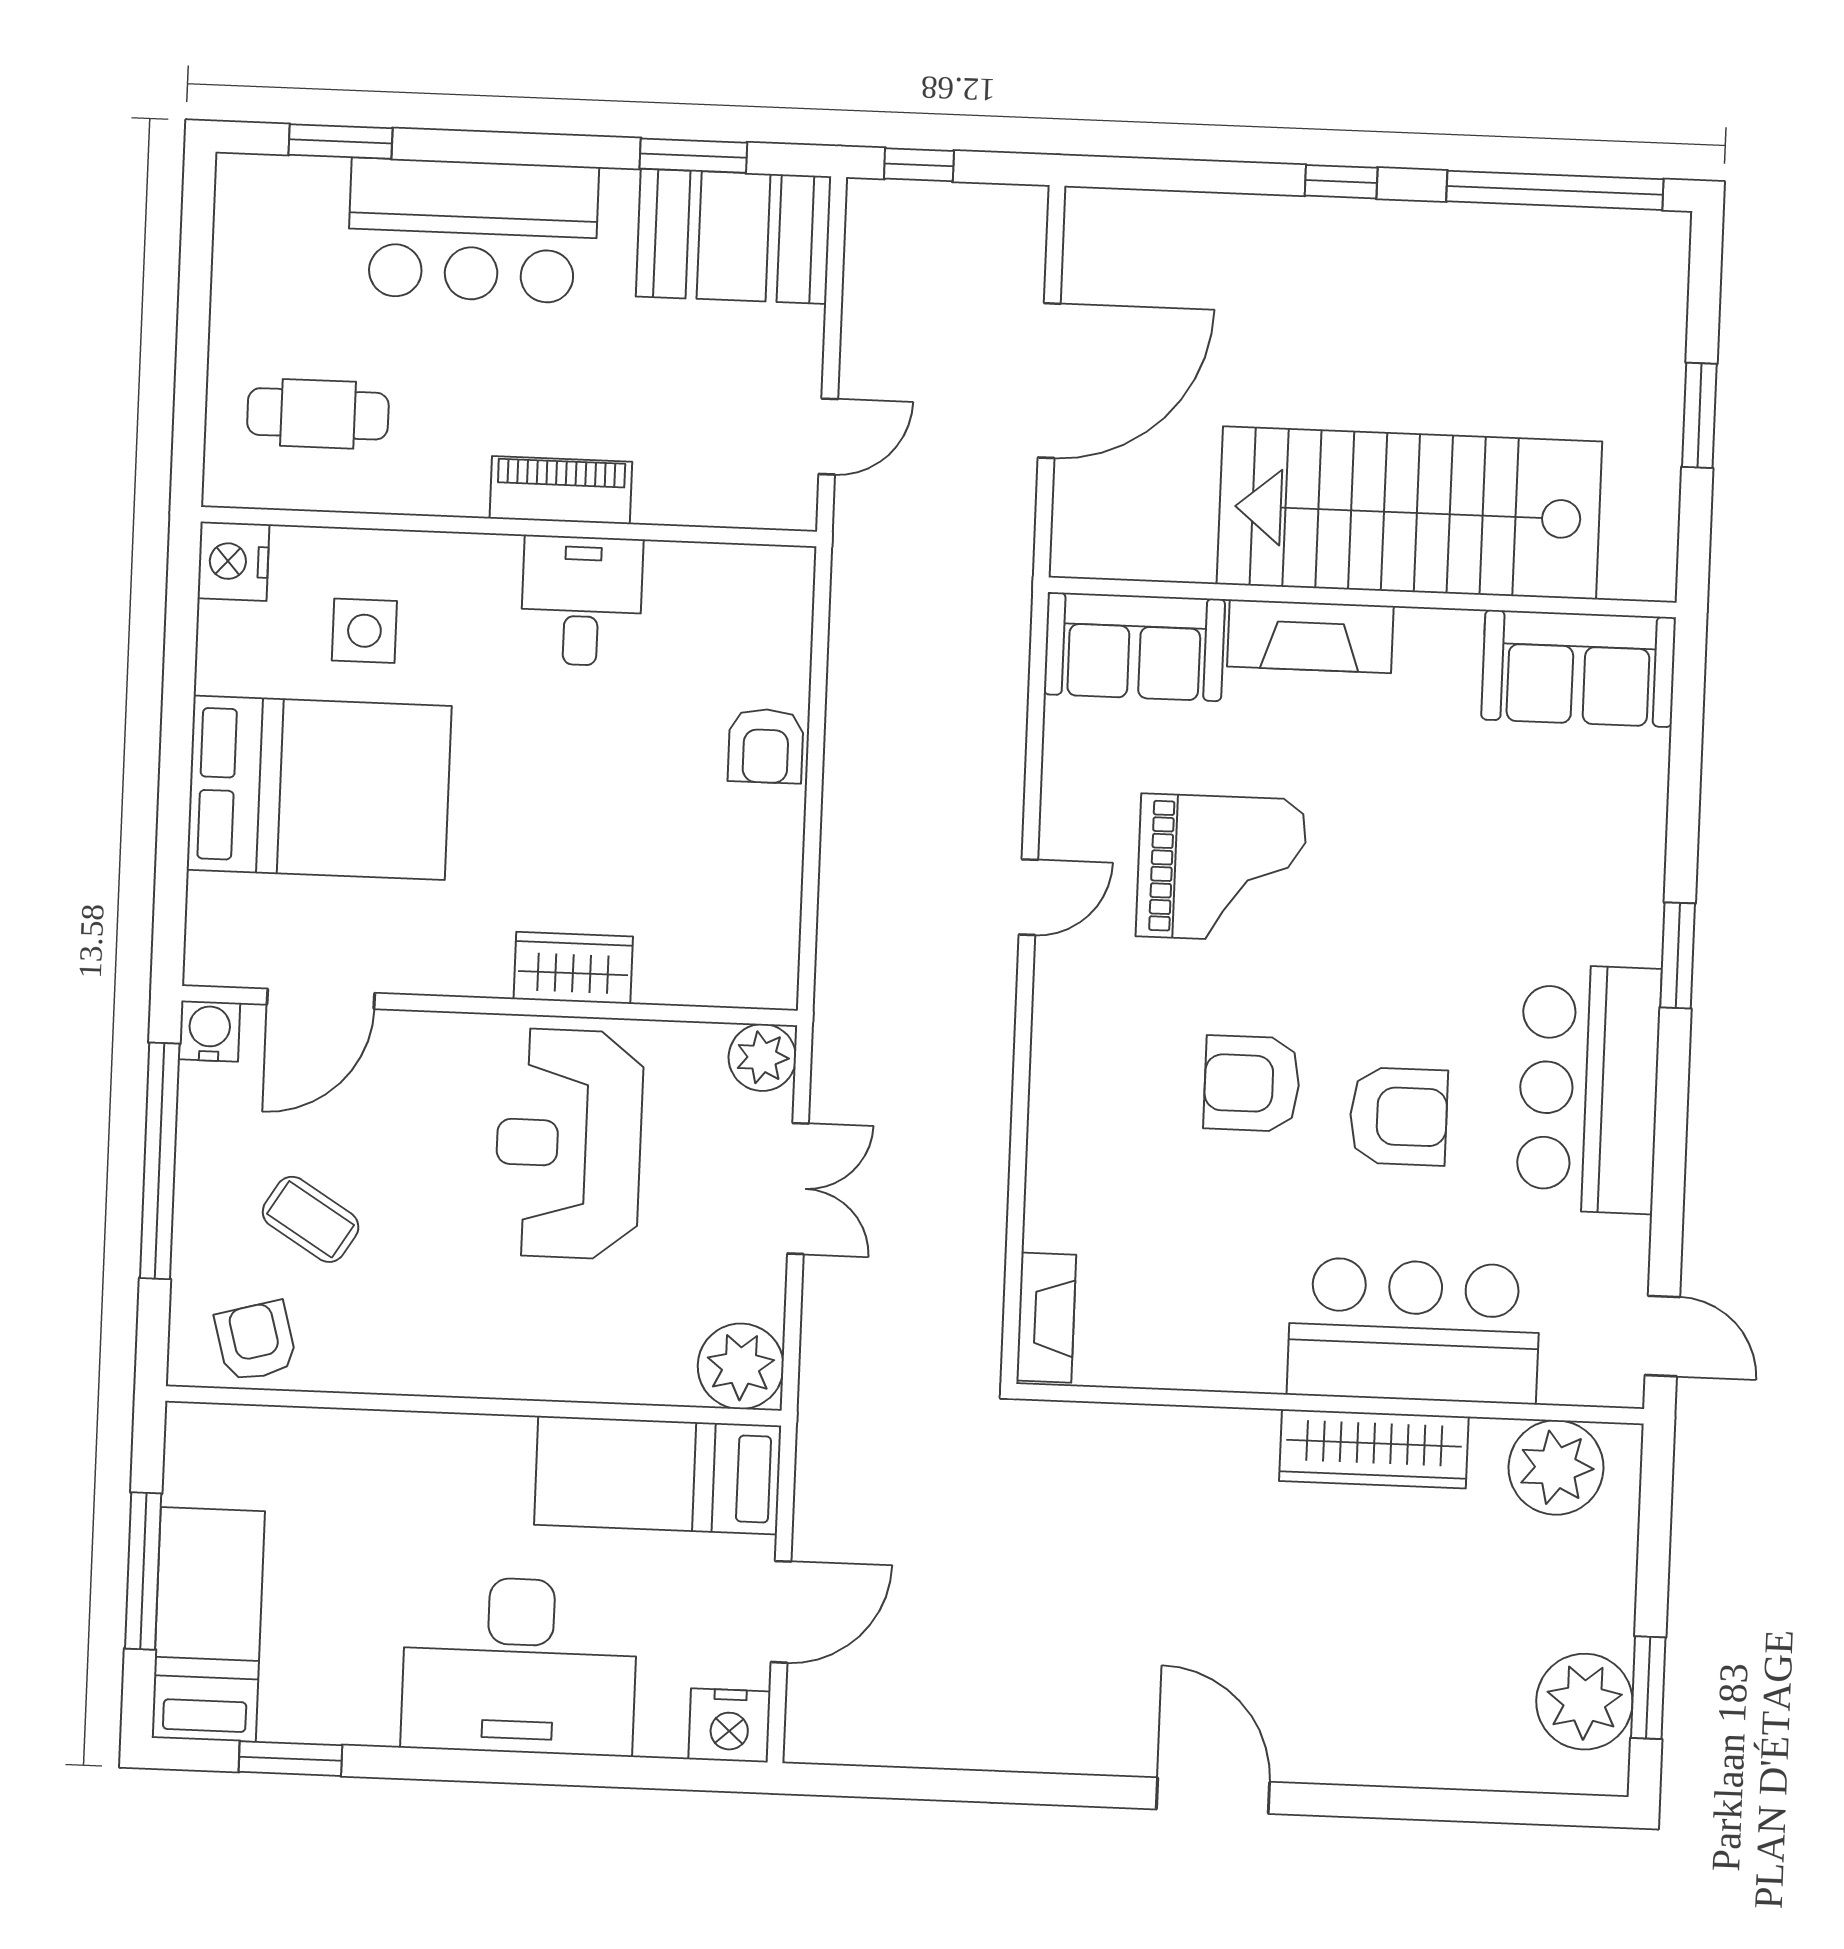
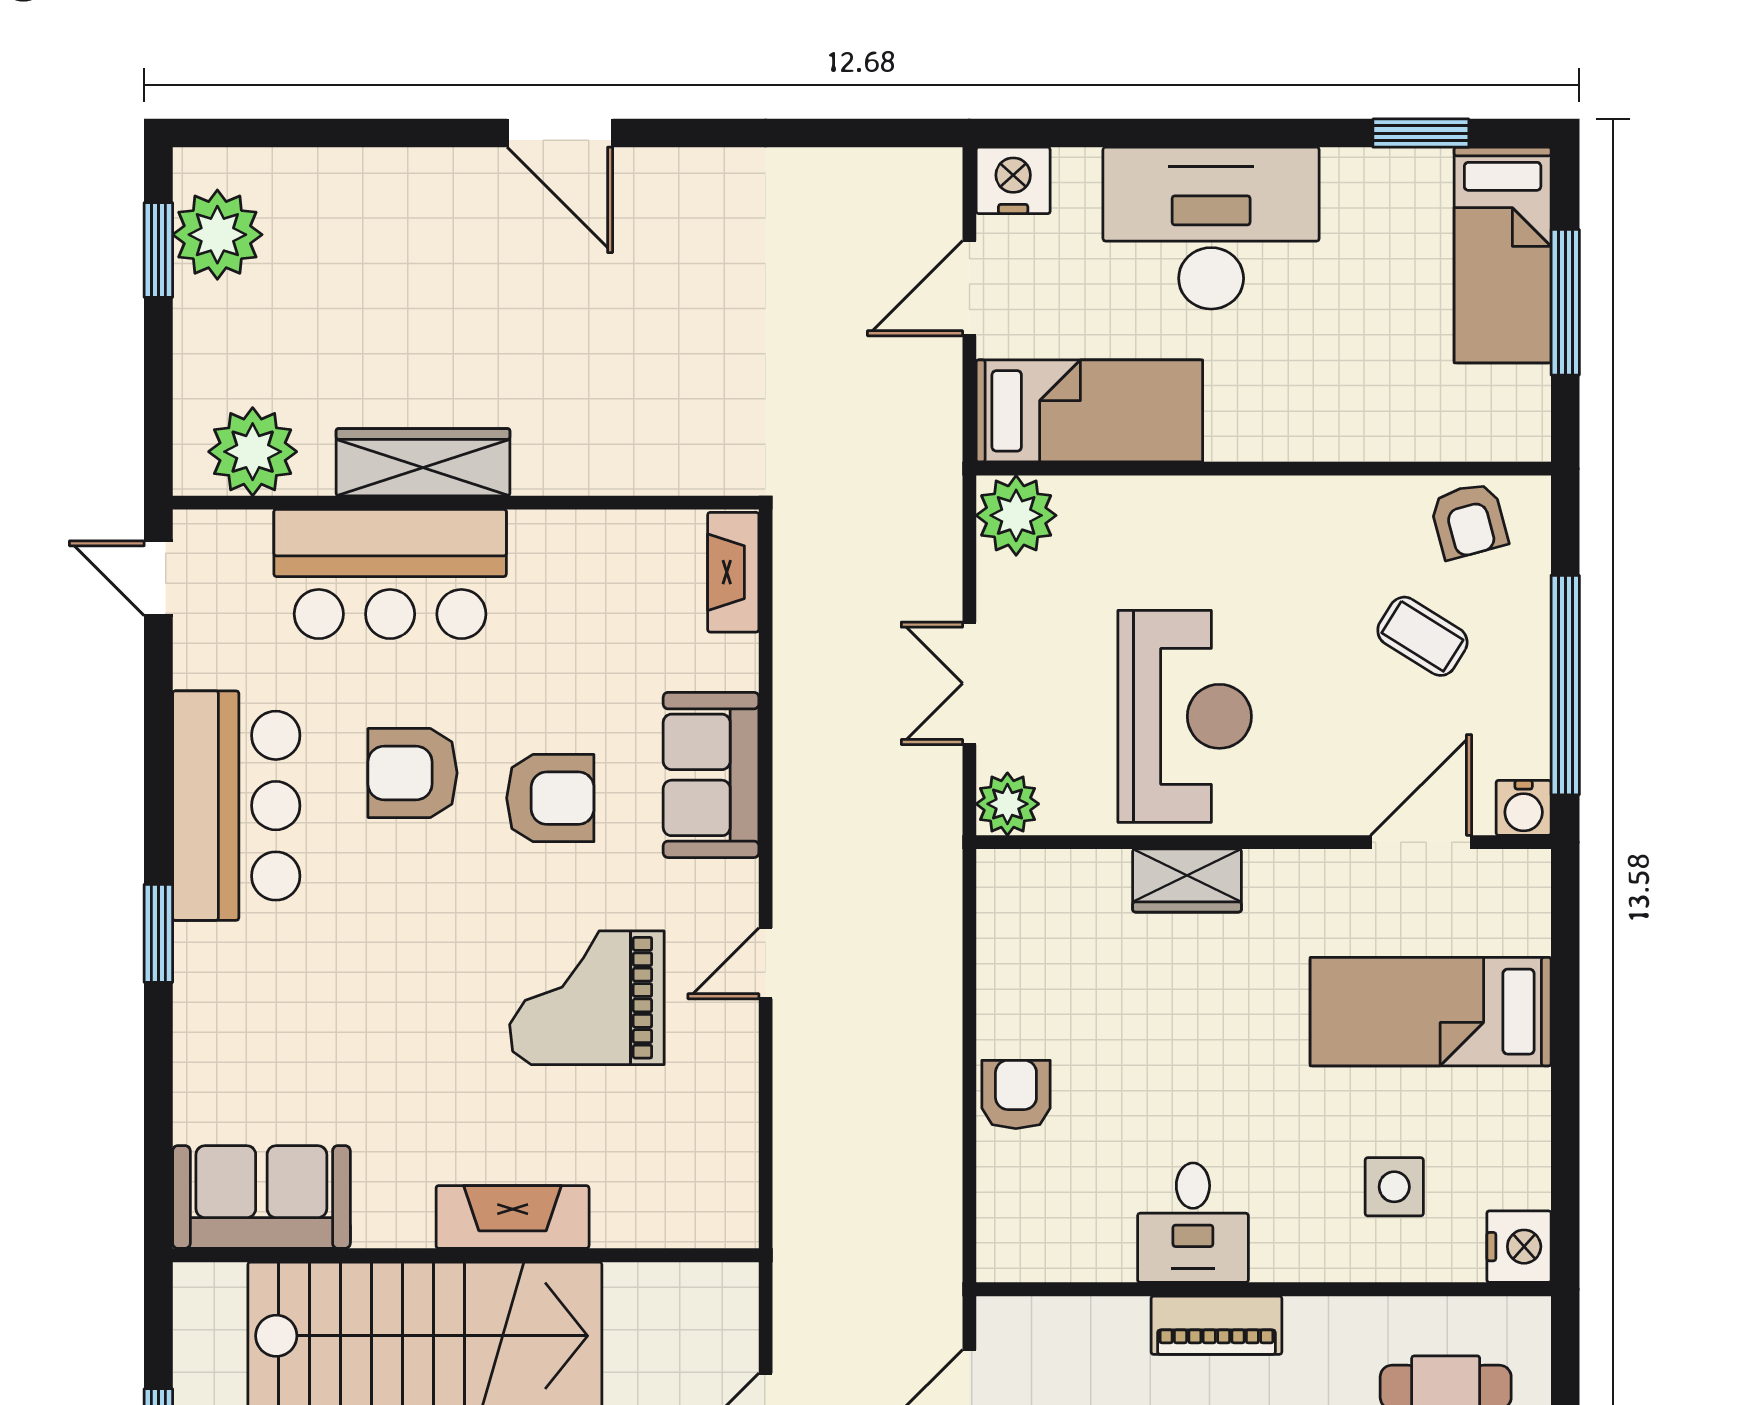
sofa: (1134, 647) -> (711, 775), moved, turned -90
bed: (319, 788) -> (1431, 1012), width x0.67

